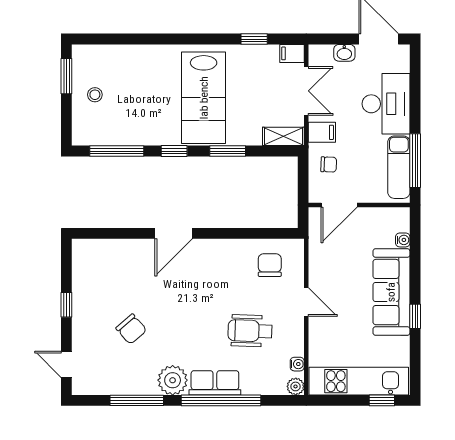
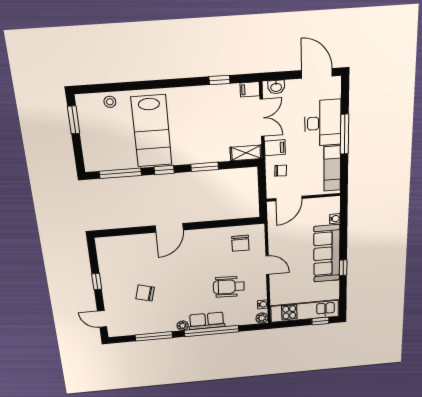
washbasin: (344, 53) -> (276, 87), moved
stool: (95, 95) -> (110, 102), moved
lab bench: (204, 98) -> (152, 131), moved
window: (415, 161) -> (345, 134), moved
chair: (270, 265) -> (240, 243), turned 180
chair: (131, 329) -> (145, 293), turned 146
plant: (173, 380) -> (183, 326), width x0.53, depth x0.53

